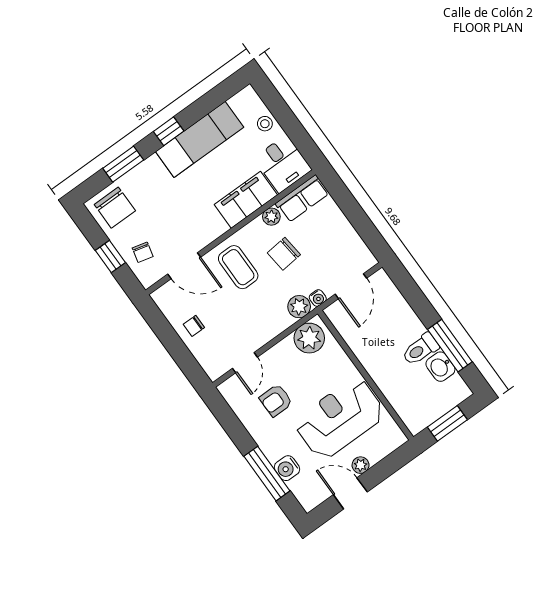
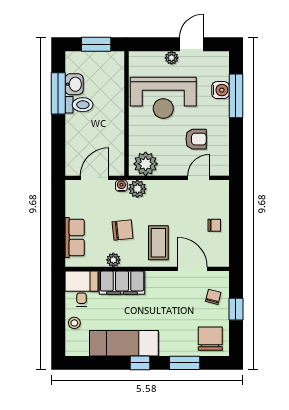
row of seats: (302, 199) -> (75, 238), moved, turned 90
door: (350, 493) -> (191, 44), swing flipped

